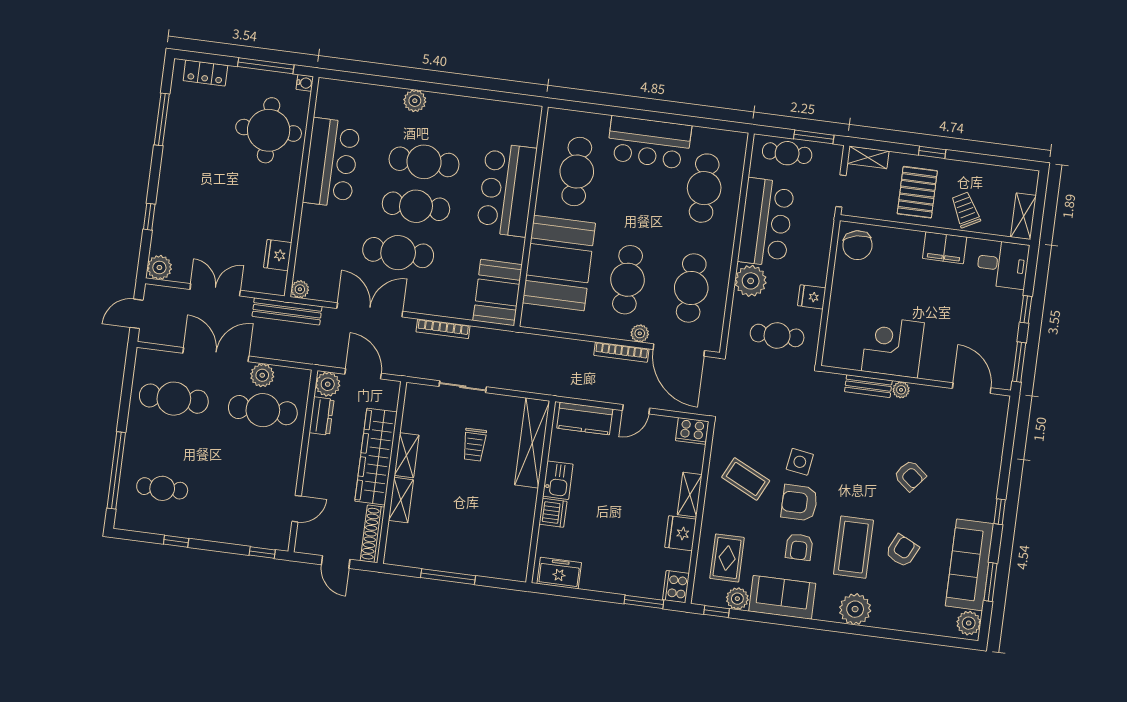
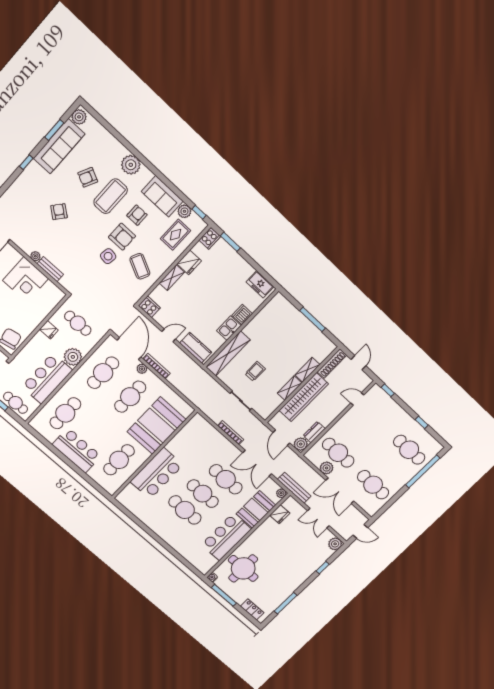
plant: (415, 101) -> (170, 538), removed
booth: (498, 293) -> (256, 510), moved
cafe table: (162, 488) -> (409, 450), width x1.37, depth x1.35

